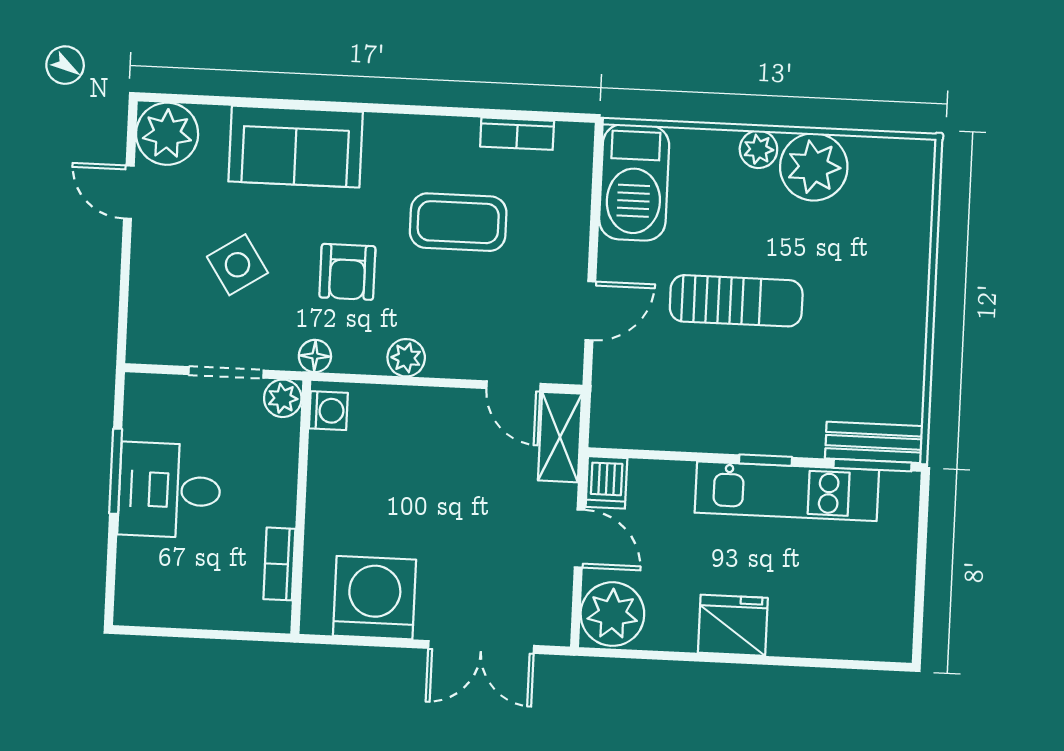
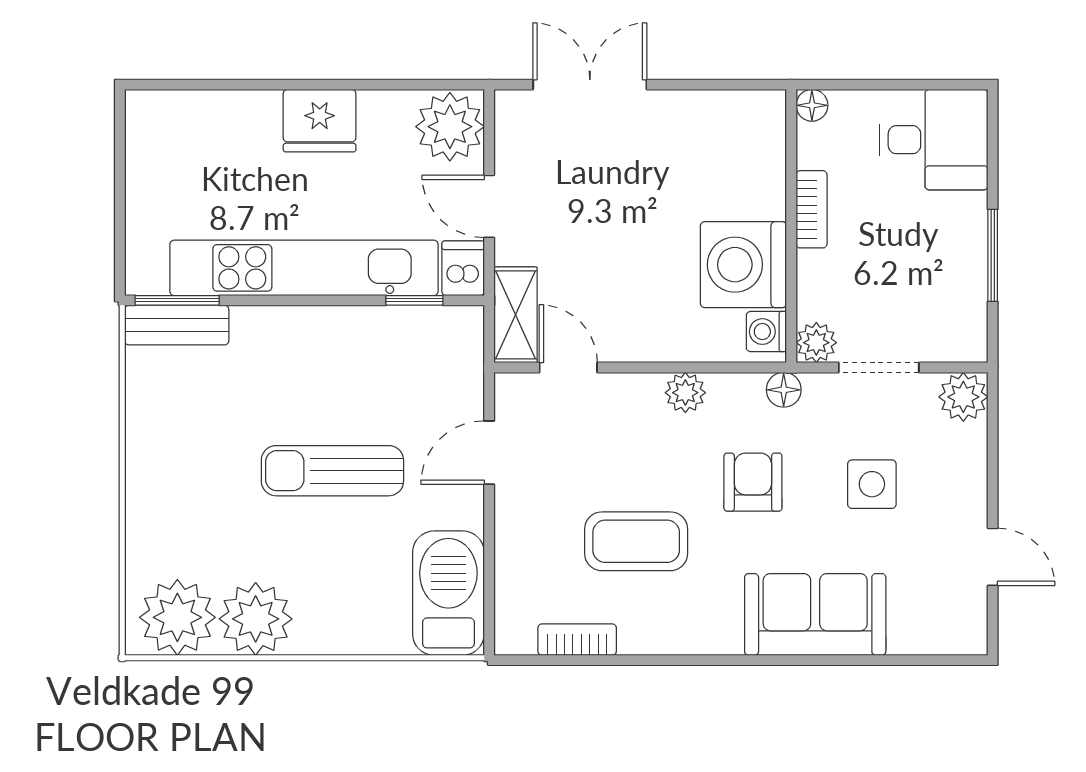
plant: (167, 134) -> (963, 397), moved, width x0.73, depth x0.73
plant: (758, 149) -> (177, 617), moved, width x1.88, depth x1.88
side table: (237, 265) -> (872, 484), turned 33
window: (765, 460) -> (414, 300), moved
desk: (169, 490) -> (934, 140), moved
kitchen unit: (787, 491) -> (304, 268), width x1.36
bookcase: (279, 564) -> (812, 209), moved
washing machine: (374, 598) -> (743, 265), moved, turned 90
floor lamp: (276, 618) -> (812, 105), added

